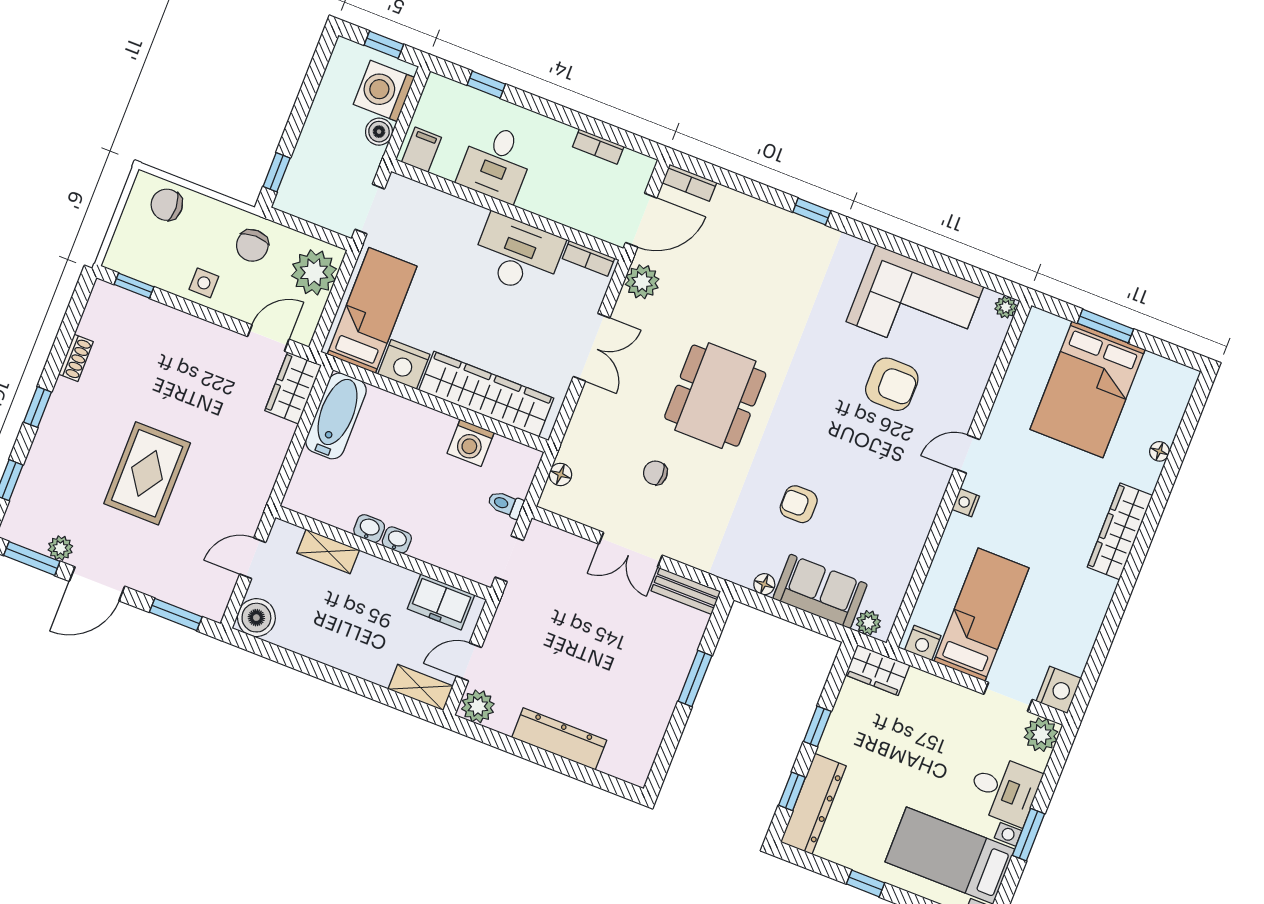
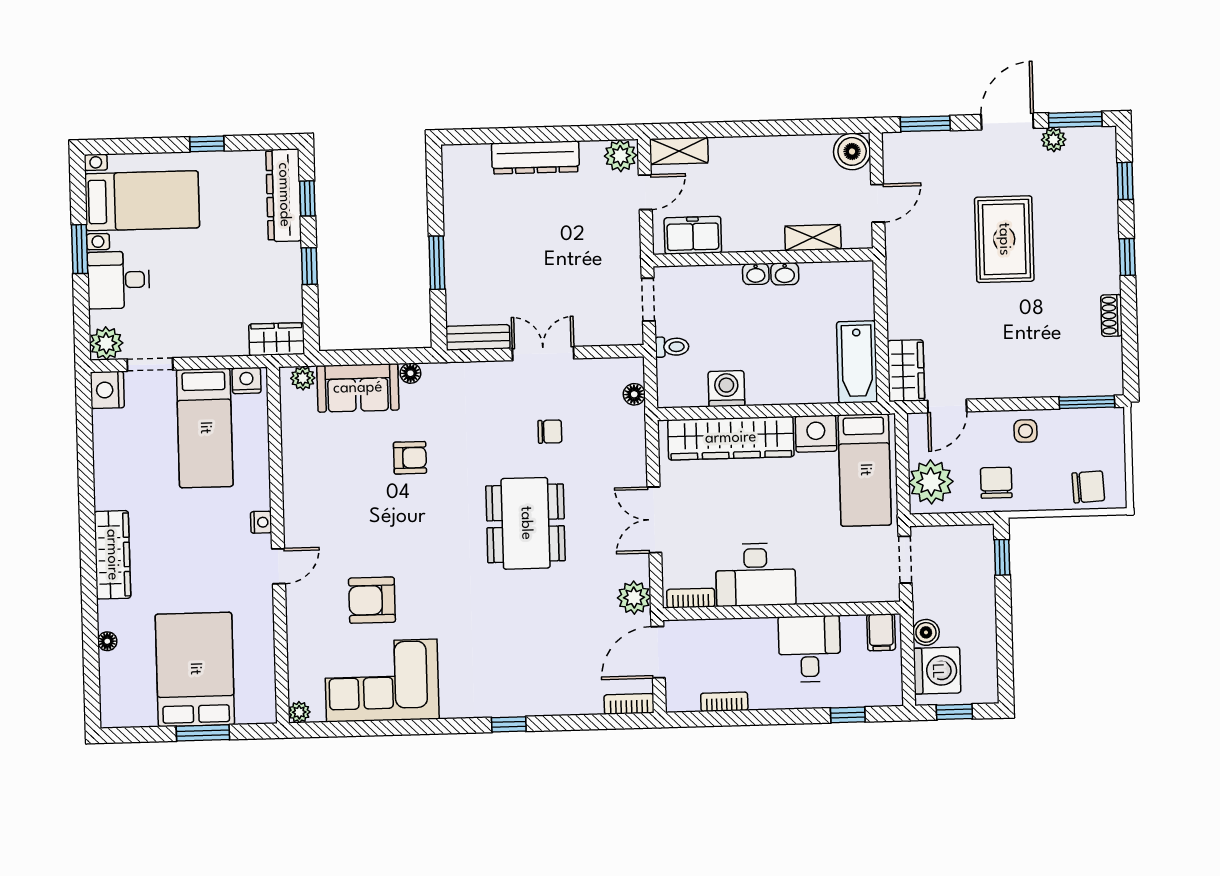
window: (134, 286) -> (1087, 402), width x1.50

